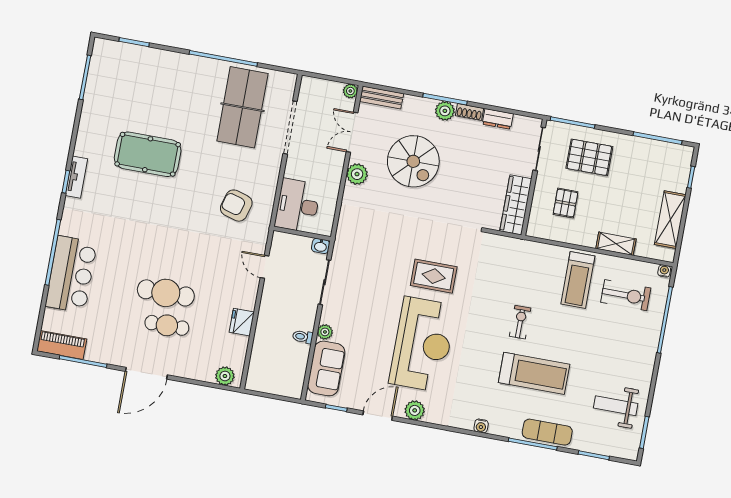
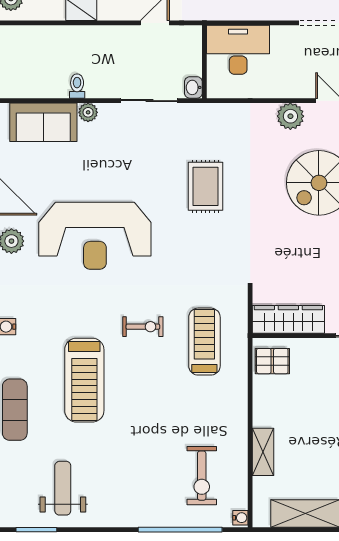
pallet: (566, 203) -> (272, 361), moved
rug: (434, 276) -> (206, 186), moved
treadmill: (578, 280) -> (204, 342), moved, turned 90
exercise bike: (520, 322) -> (143, 327), moved

